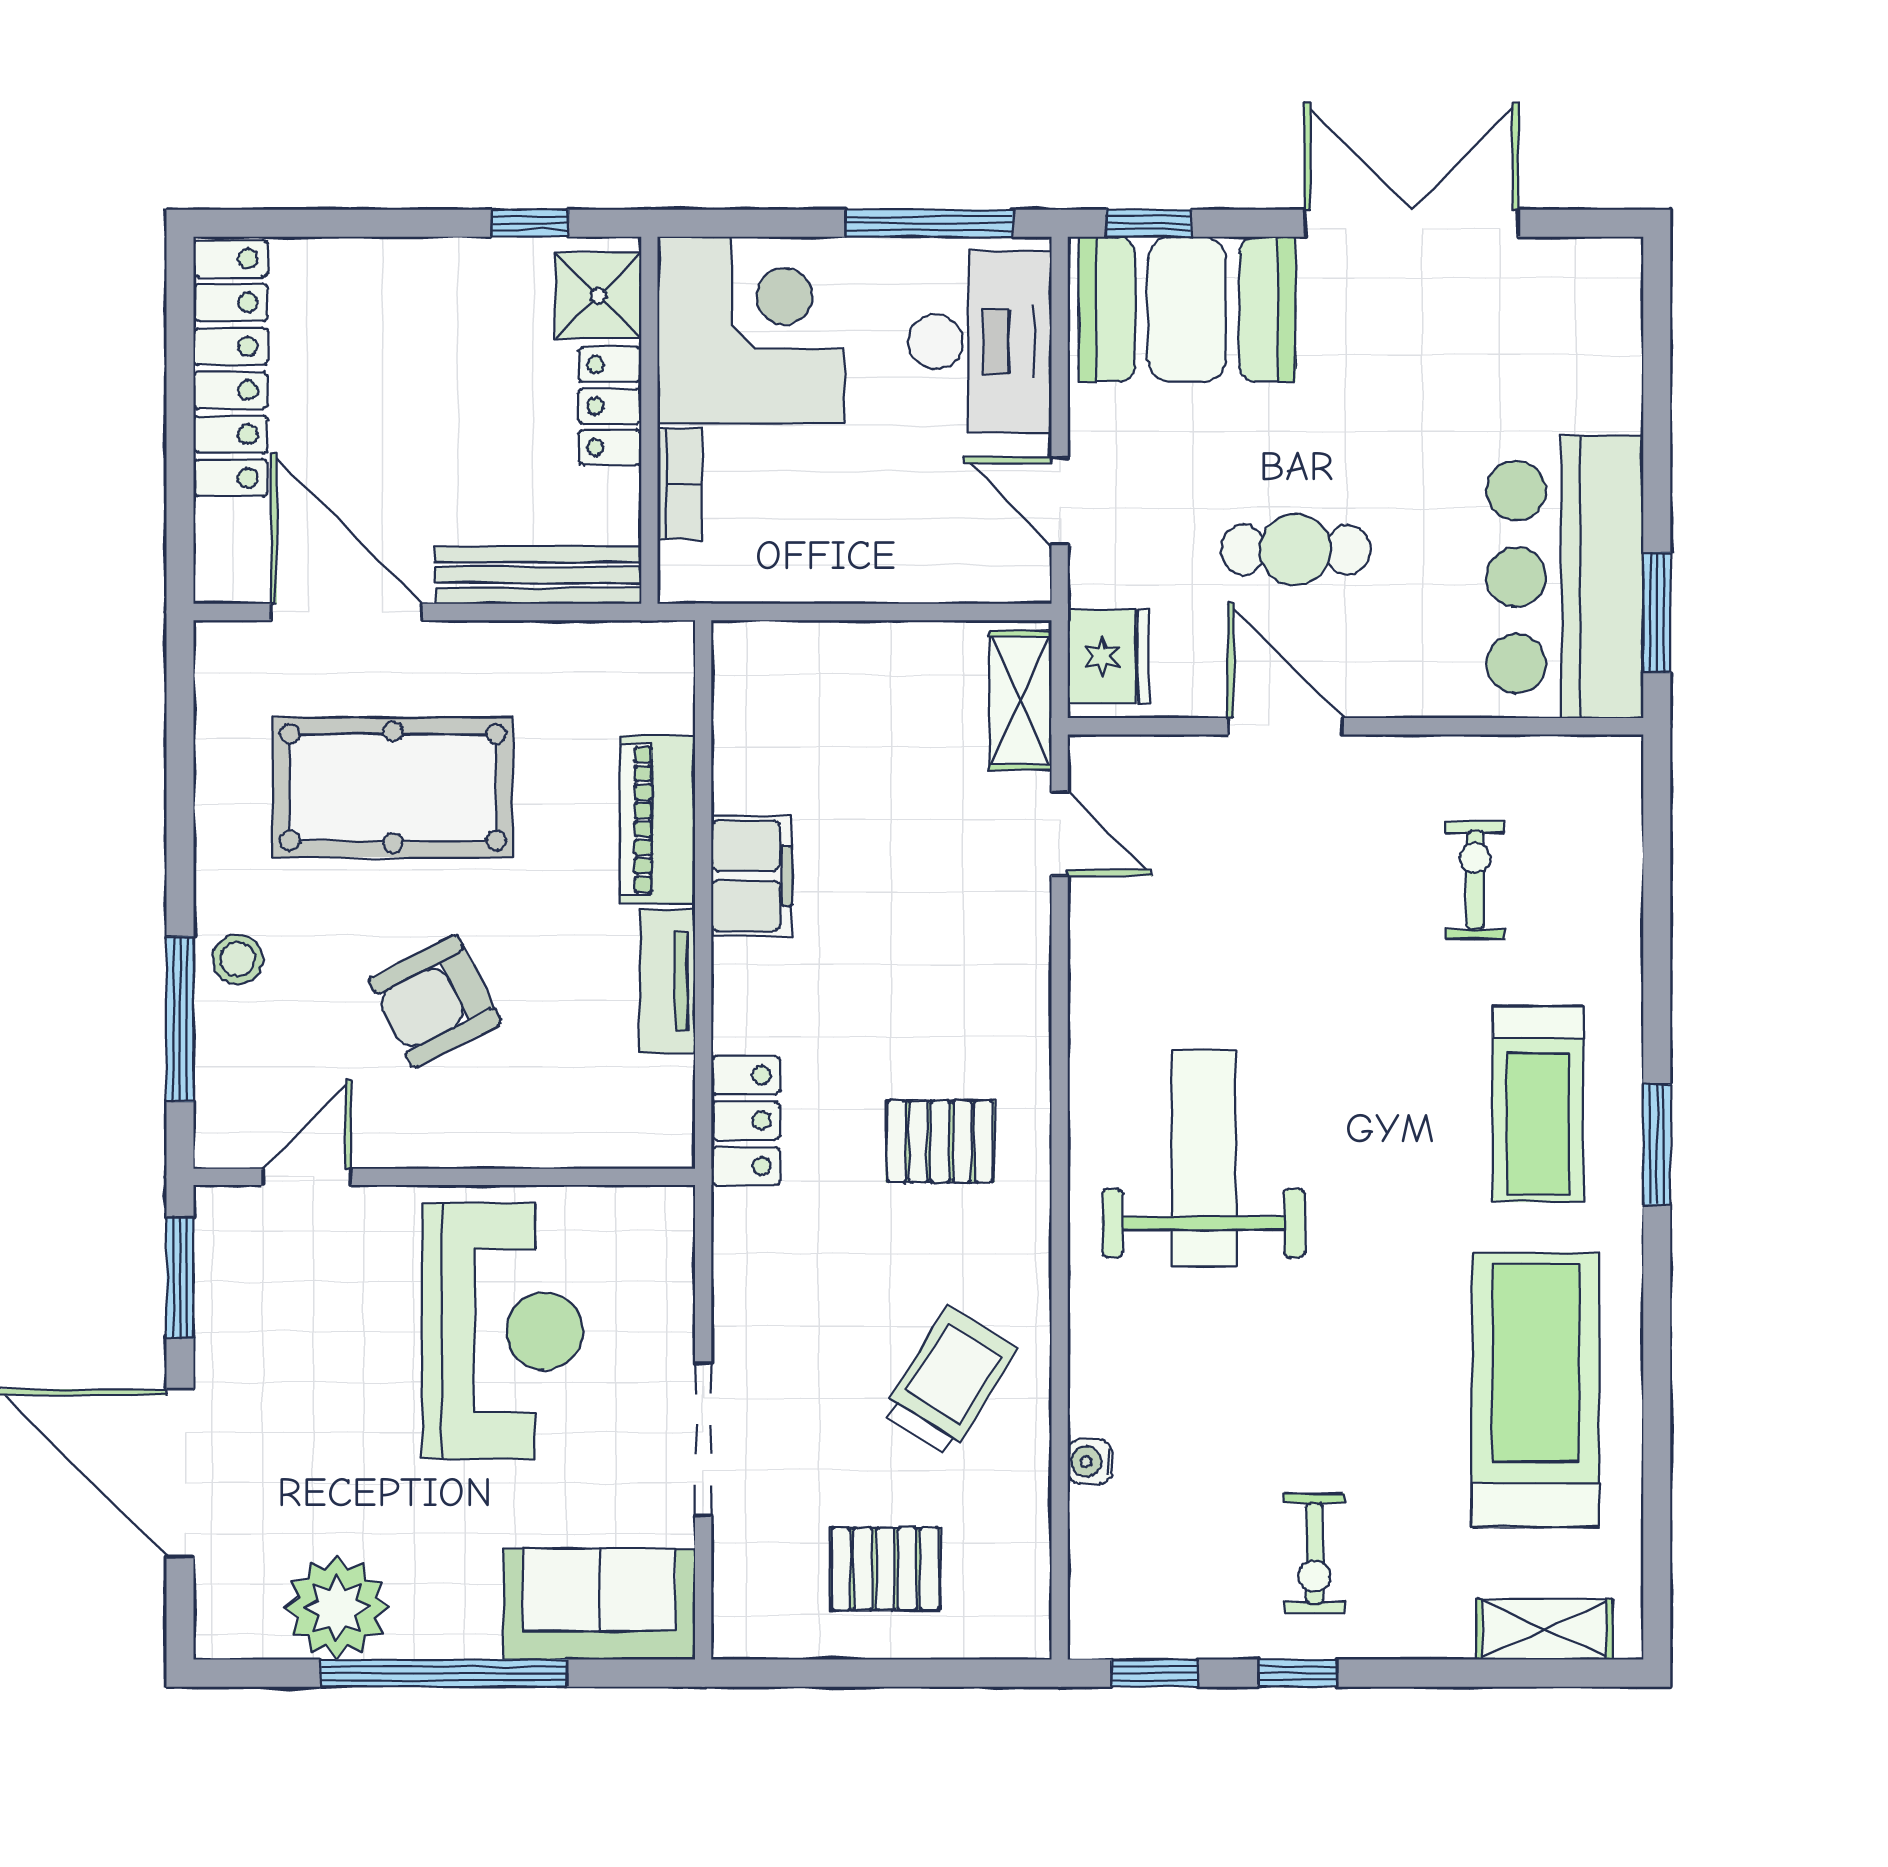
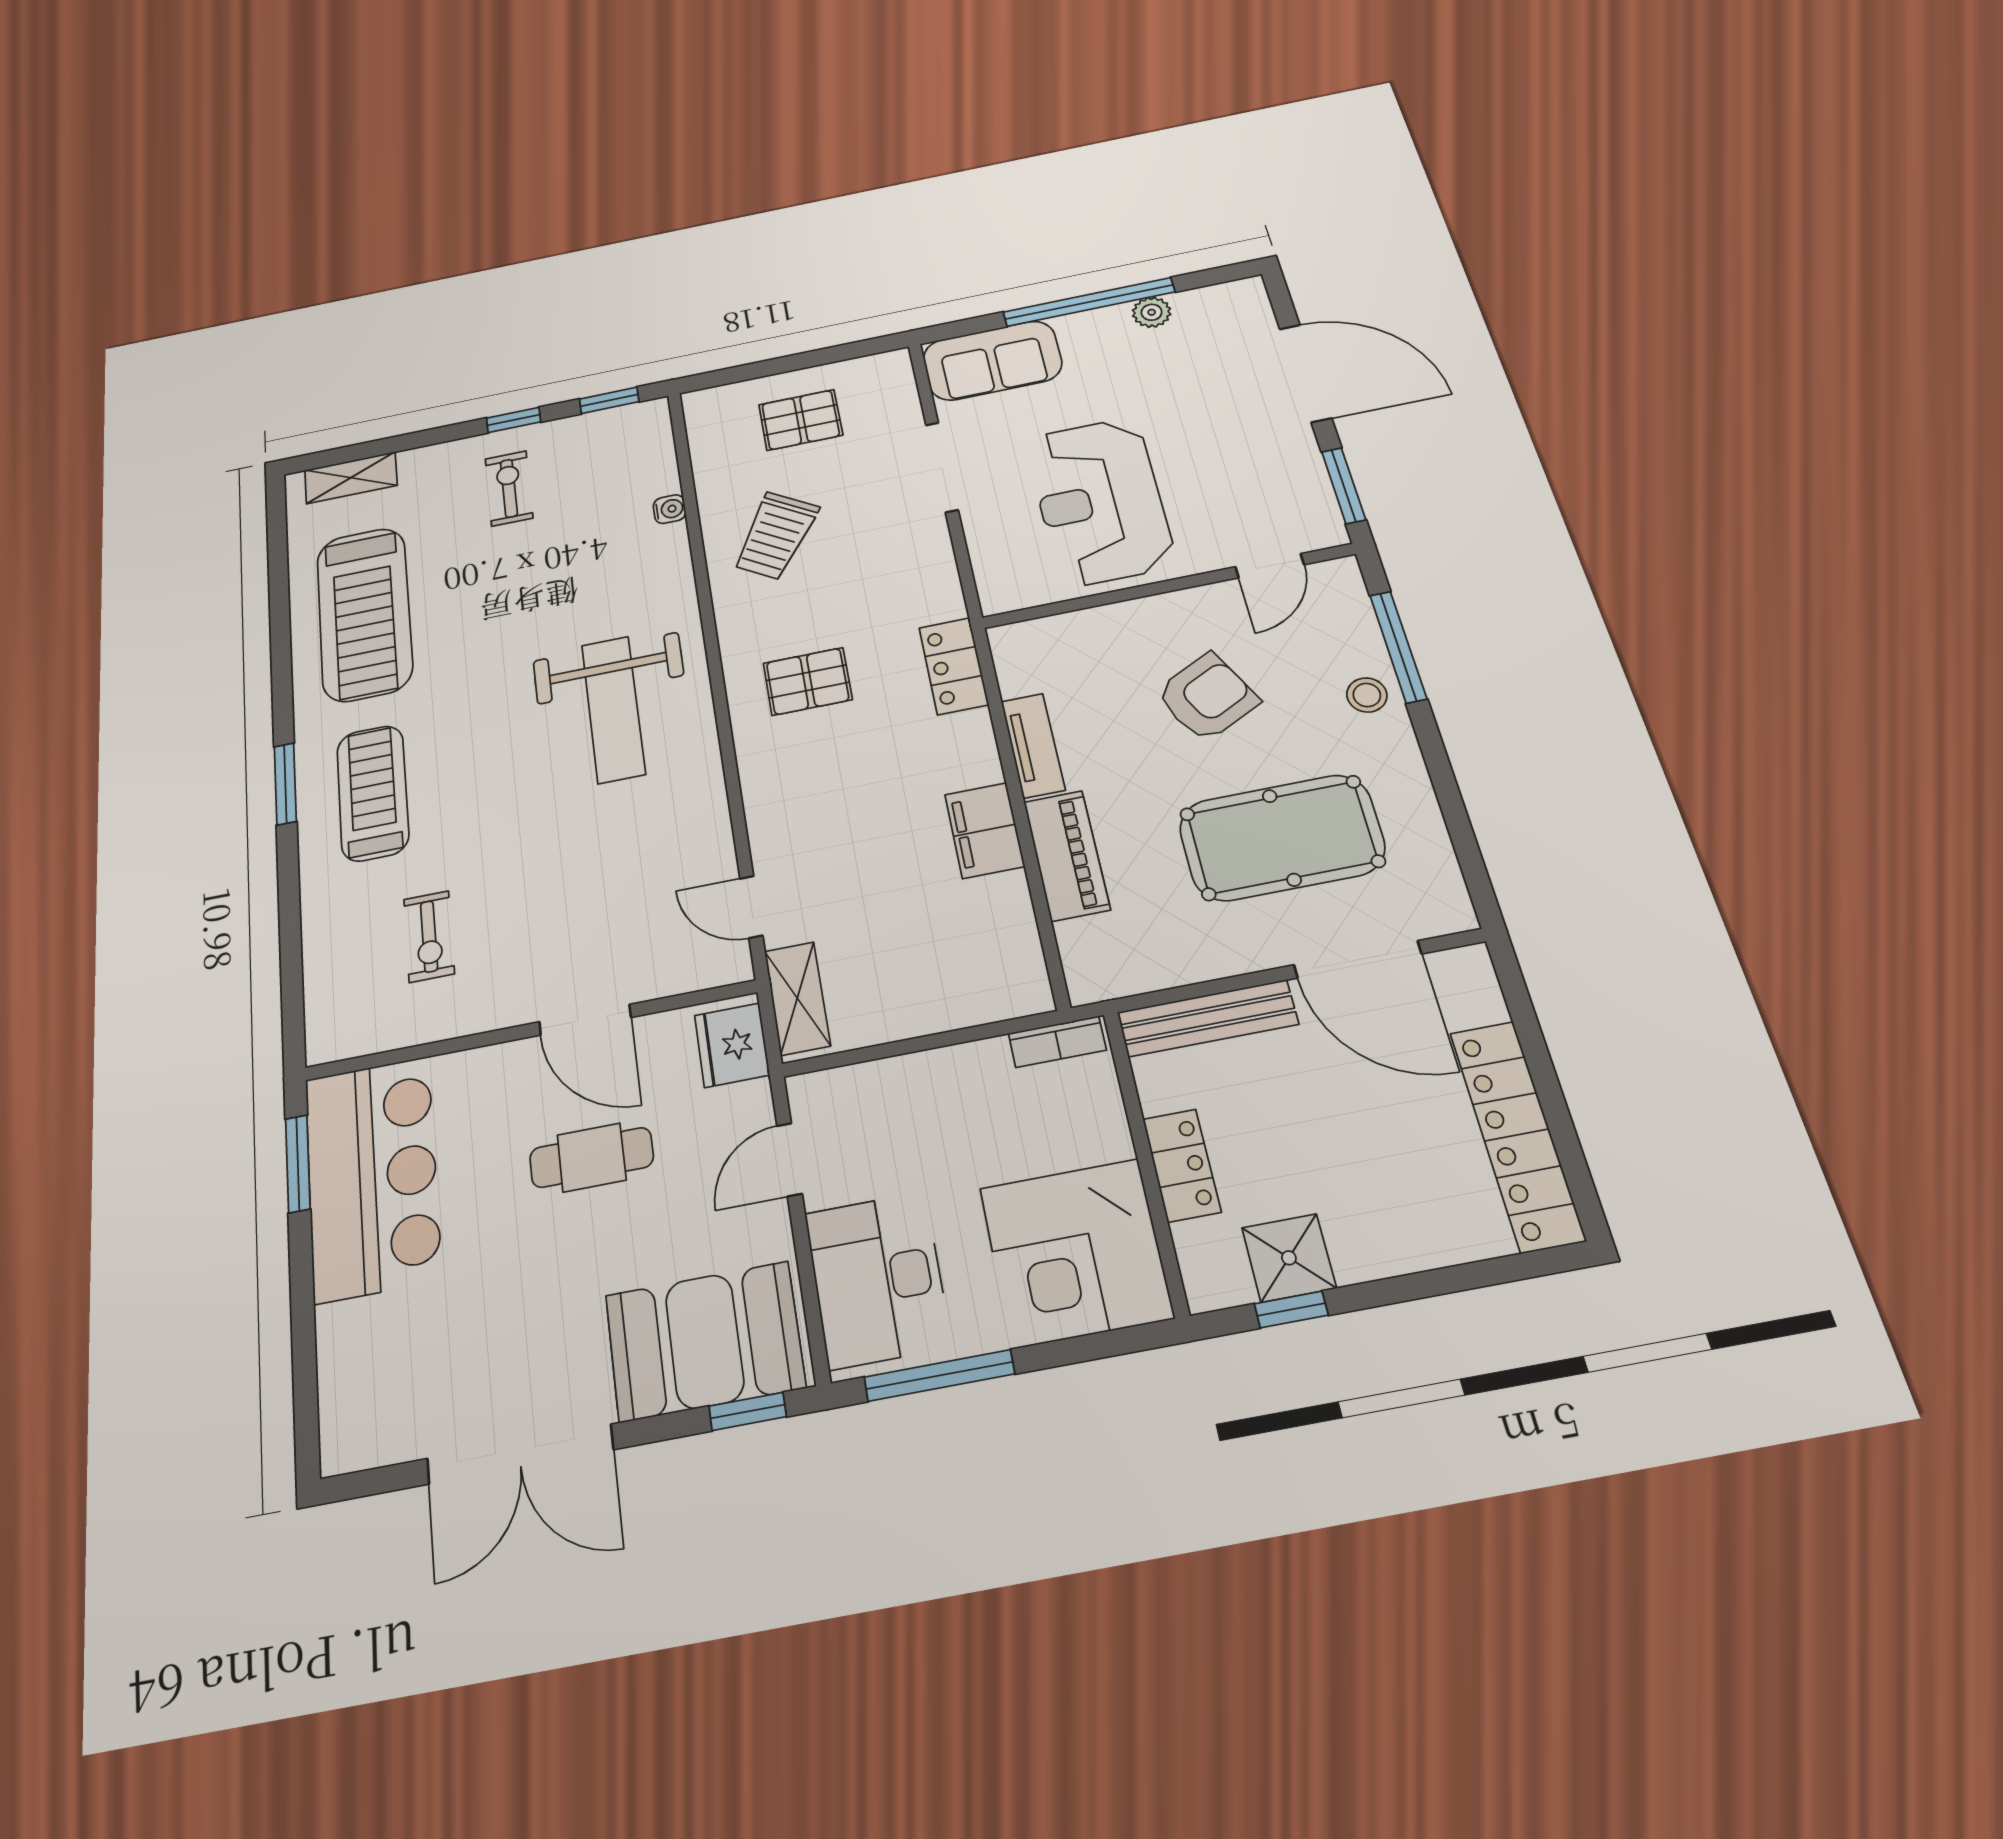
shower: (598, 296) -> (1289, 1258), moved
bookcase: (680, 484) -> (1057, 1042), moved, turned -90
door: (1060, 501) -> (789, 1160), swing flipped
plant: (337, 1608) -> (1152, 312), width x0.53, depth x0.53

